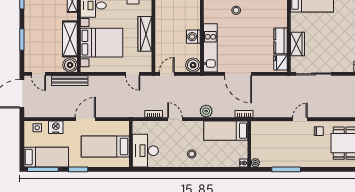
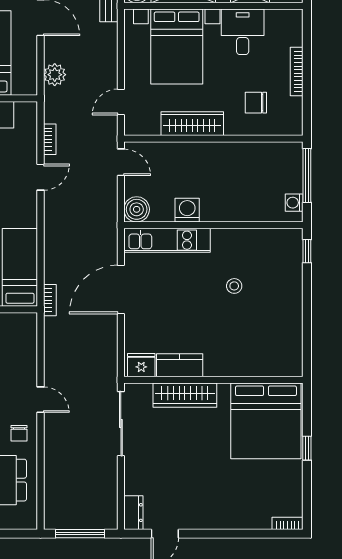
wardrobe: (297, 44) -> (185, 395), width x1.50
plant: (206, 111) -> (55, 75), moved

